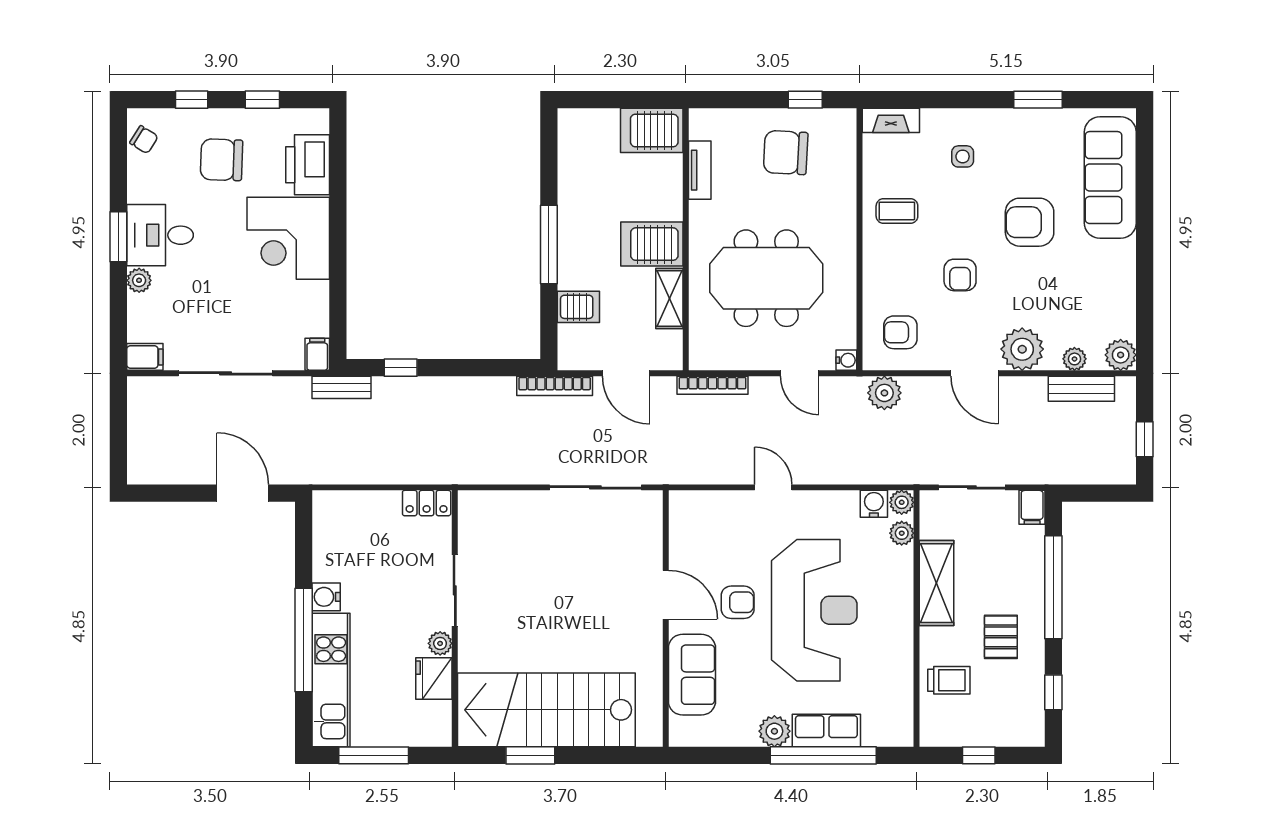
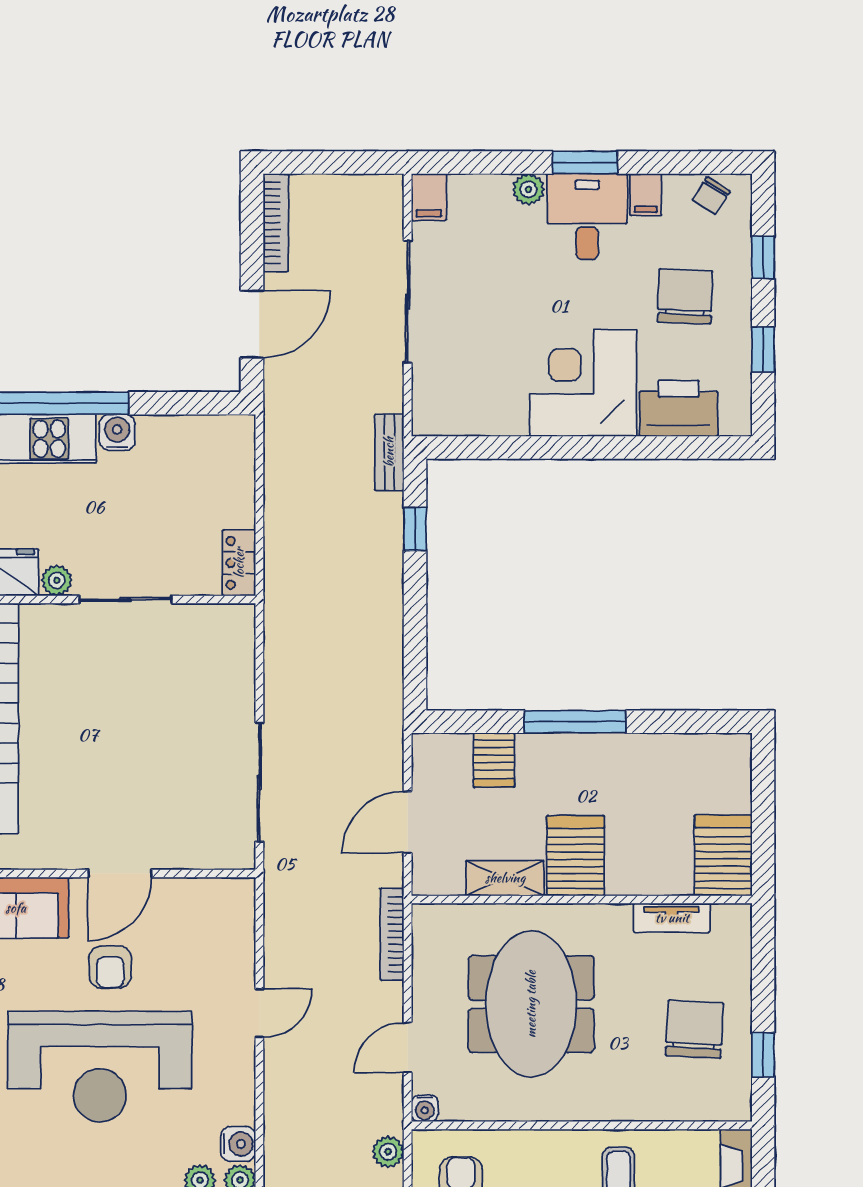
filing cabinet: (317, 354) -> (646, 195), moved, turned 90
bookcase: (555, 386) -> (276, 223), moved, turned 180
plant: (884, 393) -> (388, 1152), width x0.73, depth x0.73

